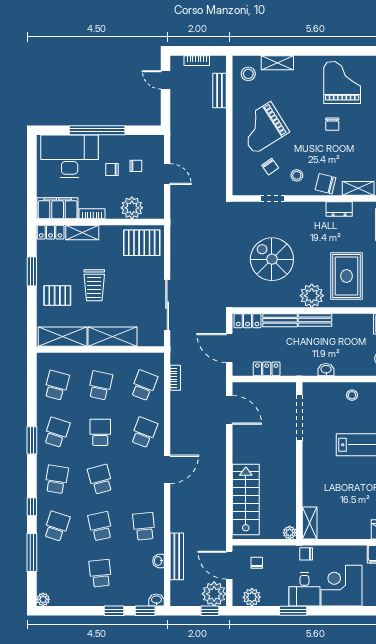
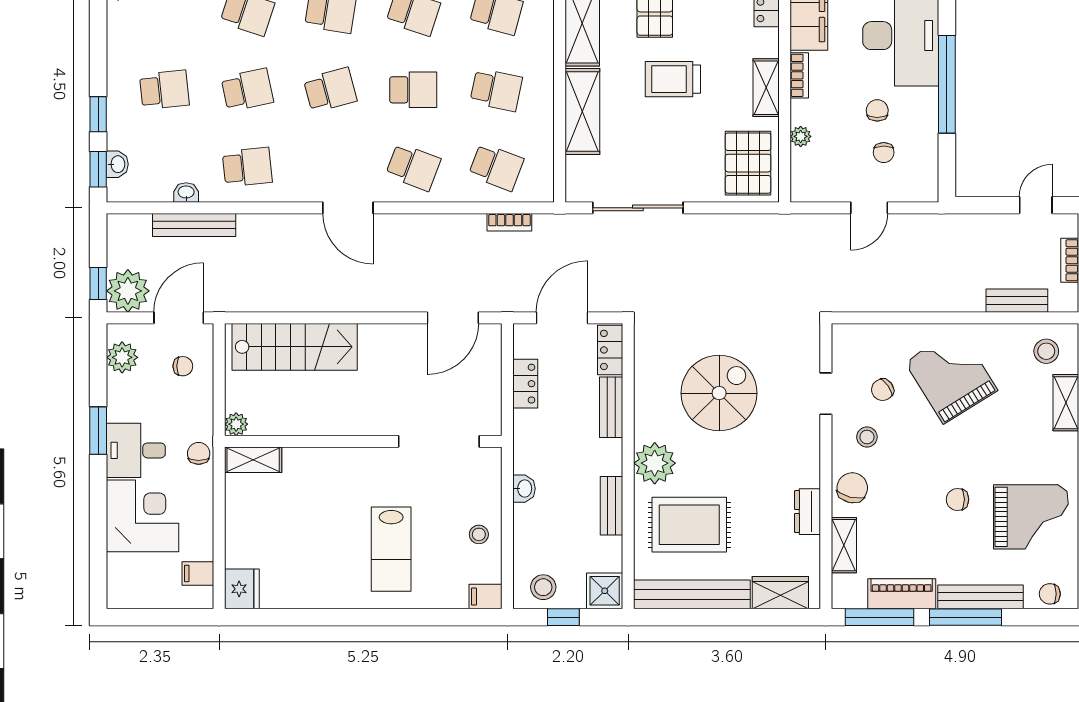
plant: (132, 208) -> (801, 136), width x0.53, depth x0.53
shelving: (82, 232) -> (766, 88), moved
bench: (315, 320) -> (612, 506), moved
washbasin: (156, 600) -> (117, 164), moved

